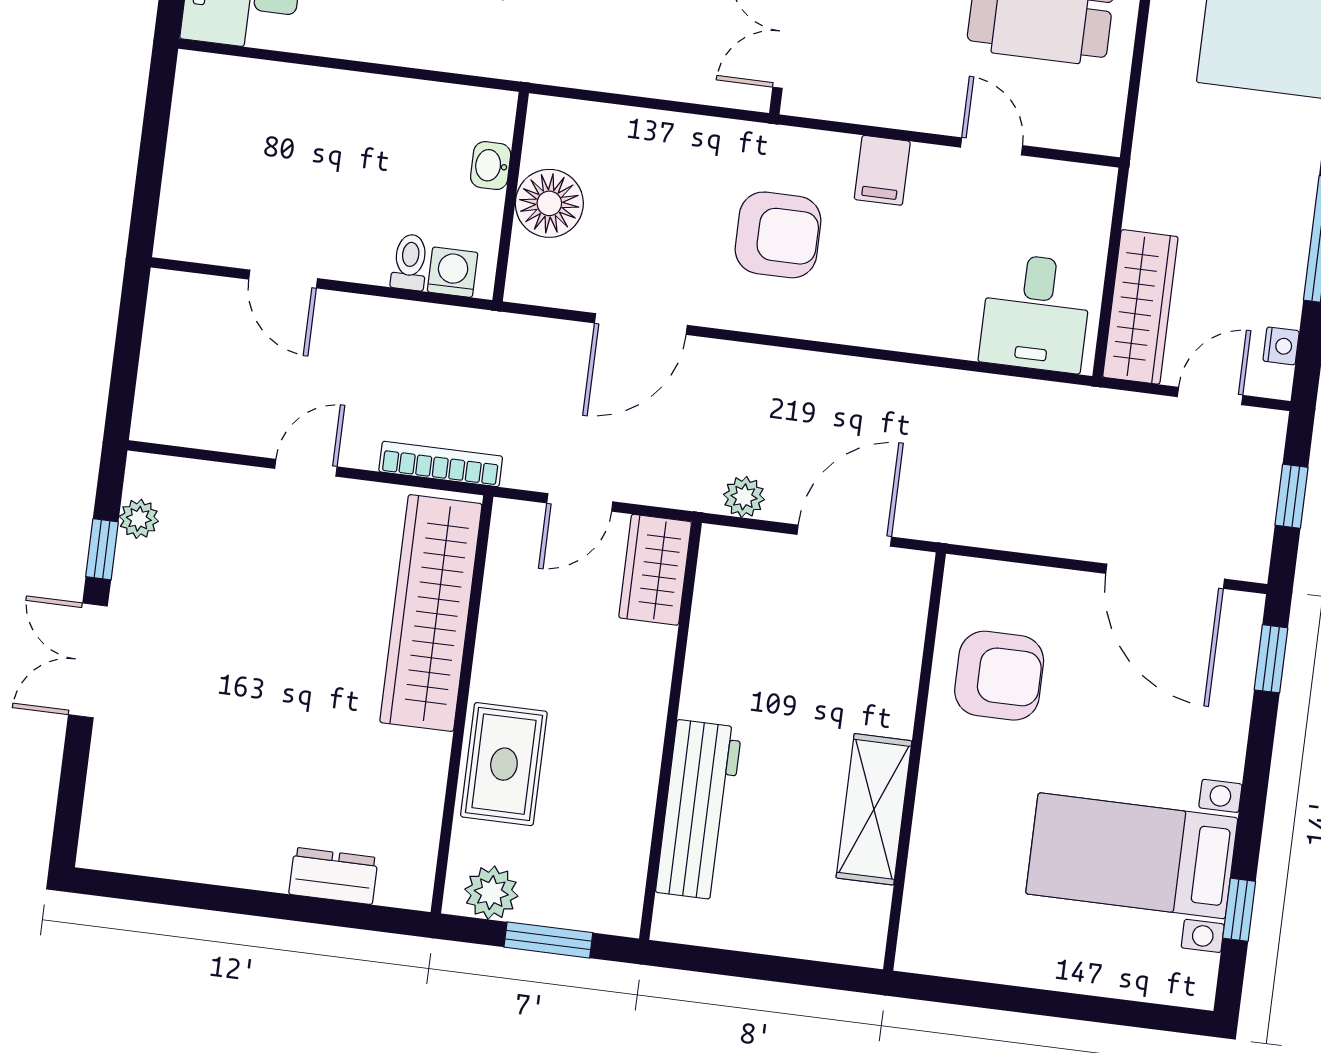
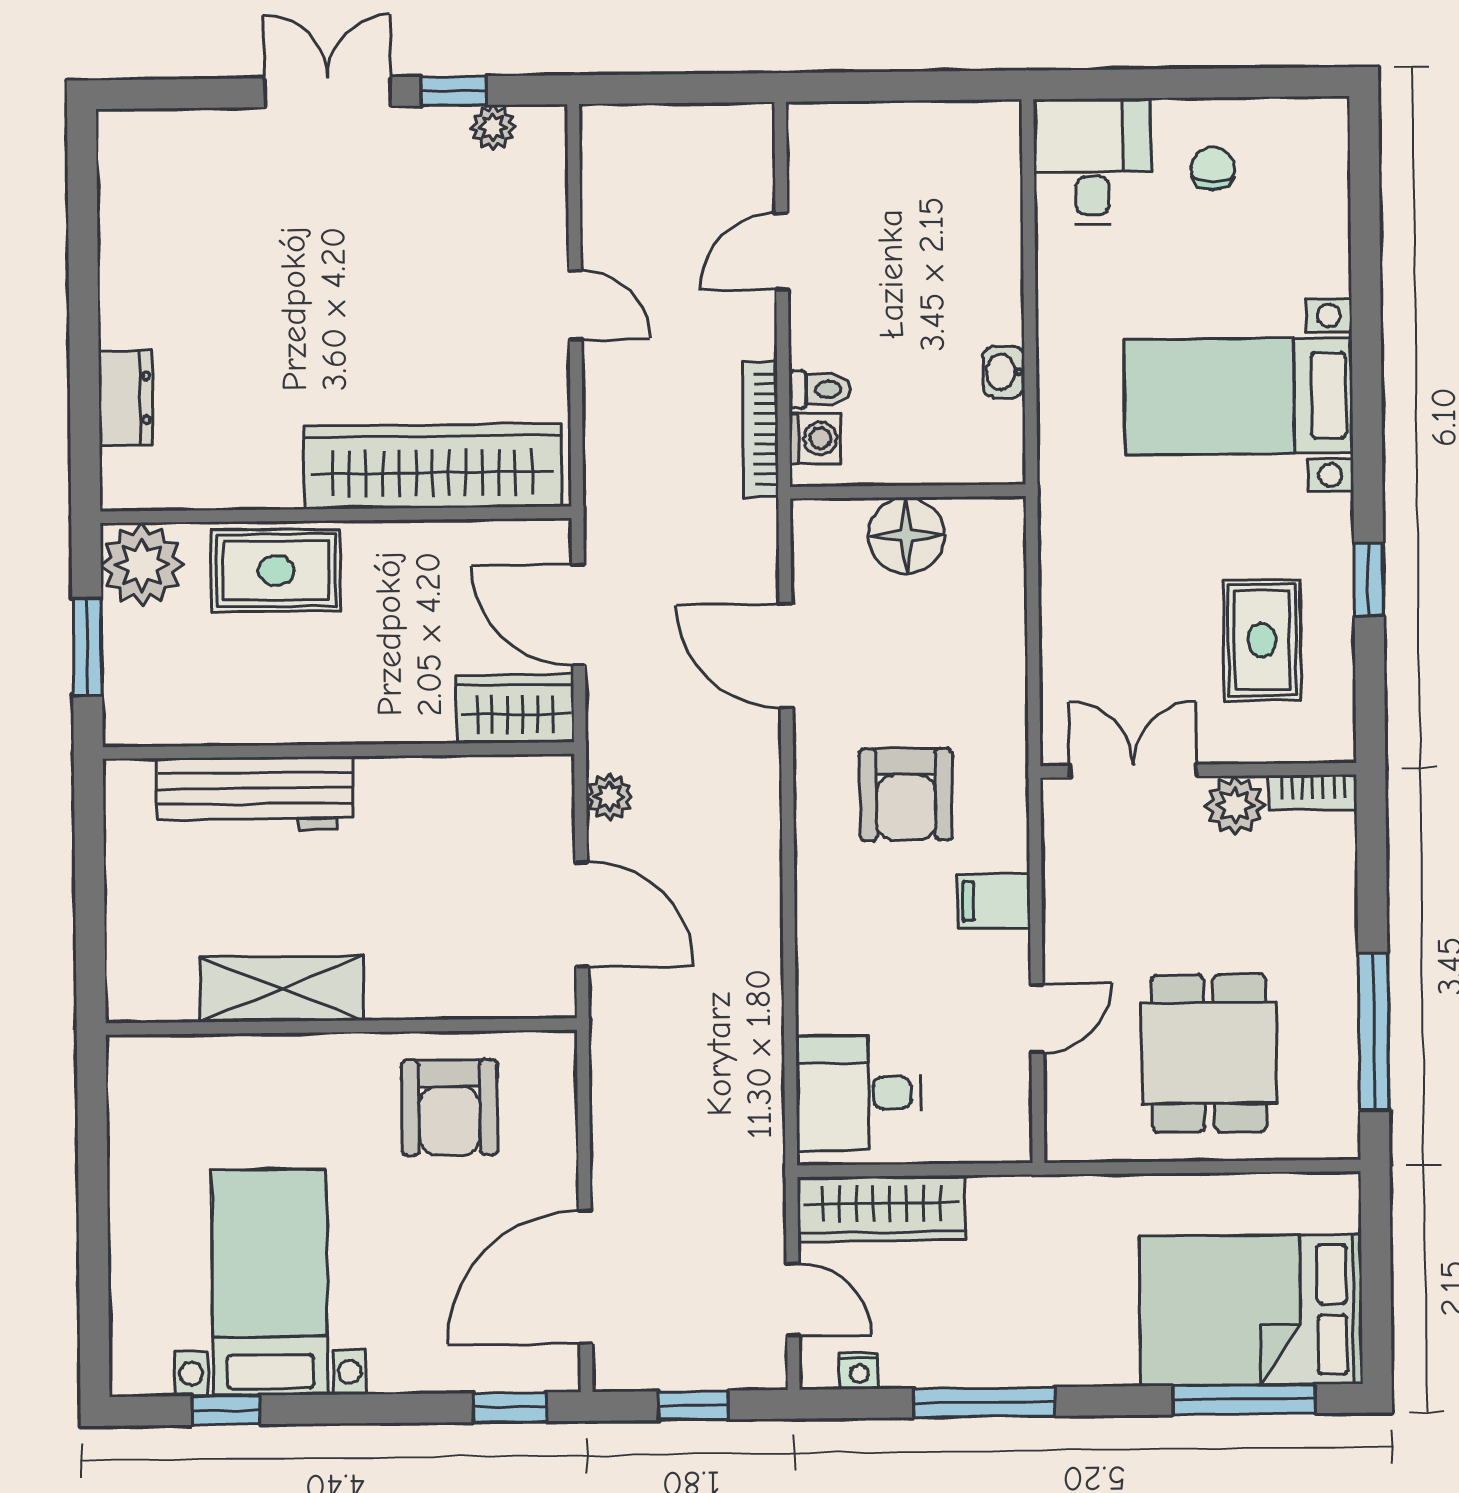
washbasin: (491, 166) -> (1004, 372), moved, turned -90
bookcase: (441, 464) -> (760, 429), moved, turned 180
door: (580, 502) -> (579, 615), width x1.38
plant: (491, 893) -> (142, 565), width x1.36, depth x1.36

